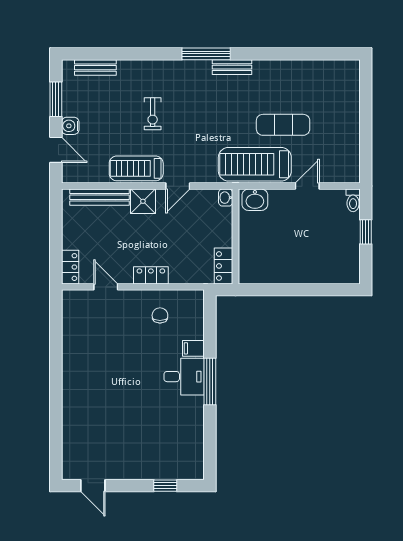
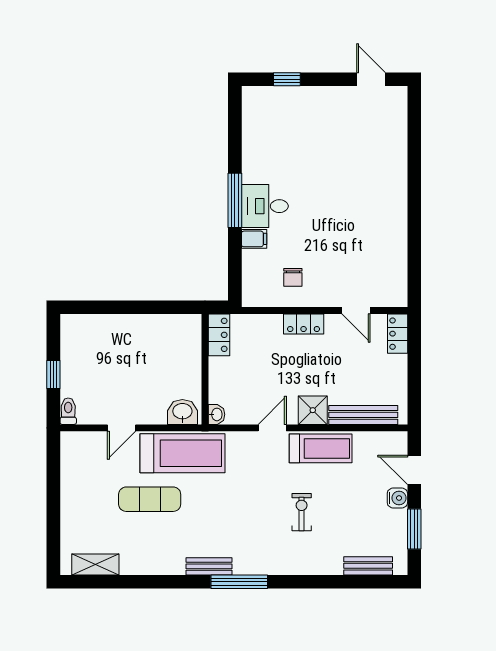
shelving: (330, 69) -> (95, 565), added

